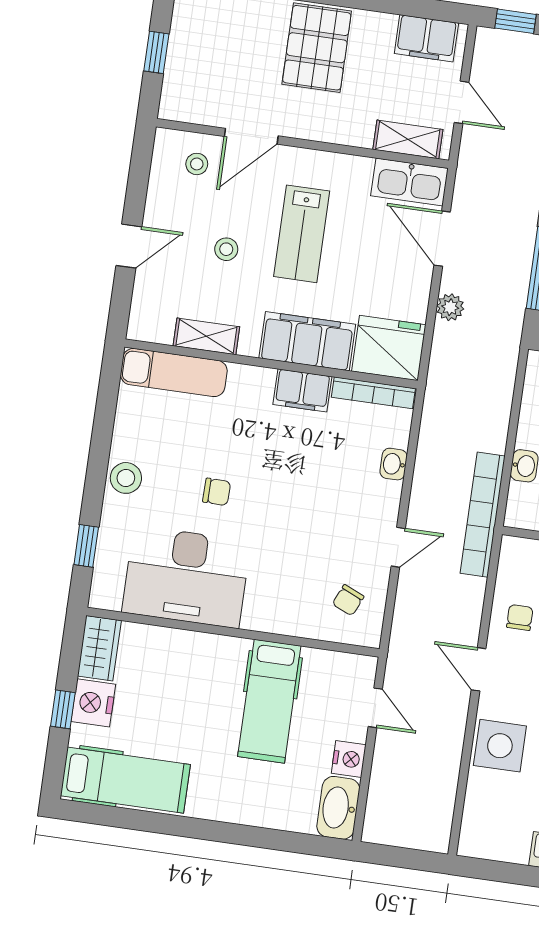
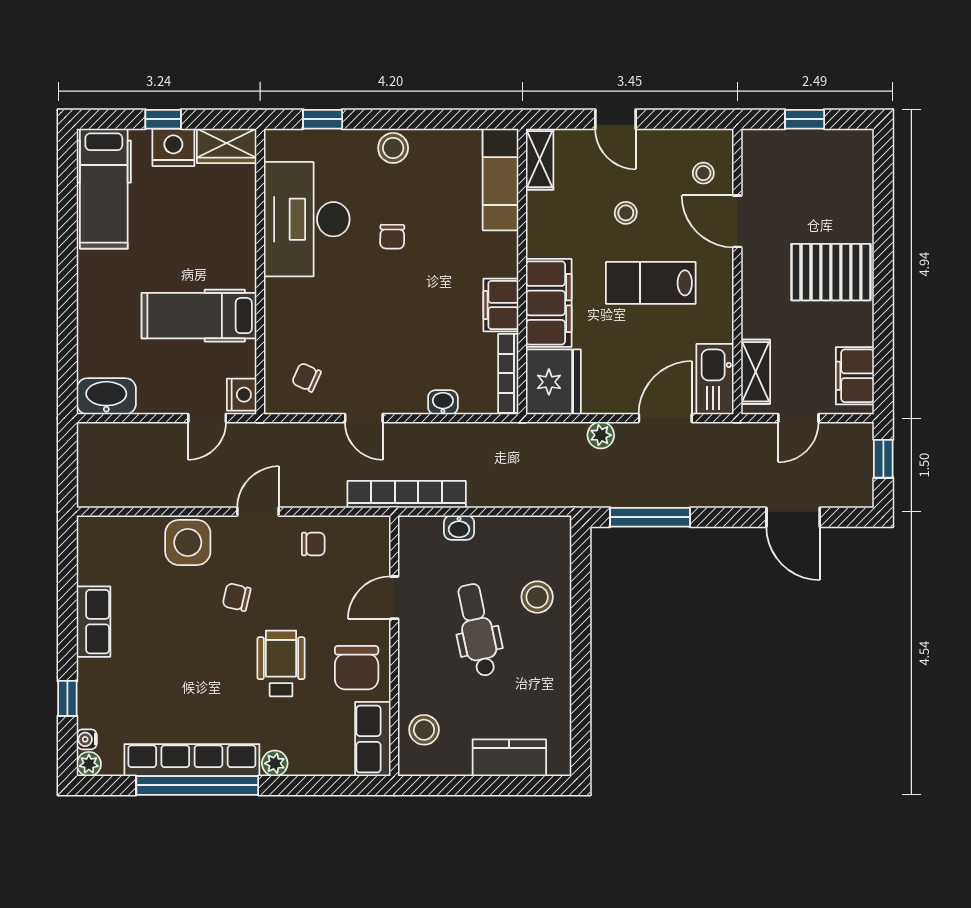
shelving: (206, 336) -> (540, 159), moved
nightstand: (349, 759) -> (242, 395), moved, turned -90

